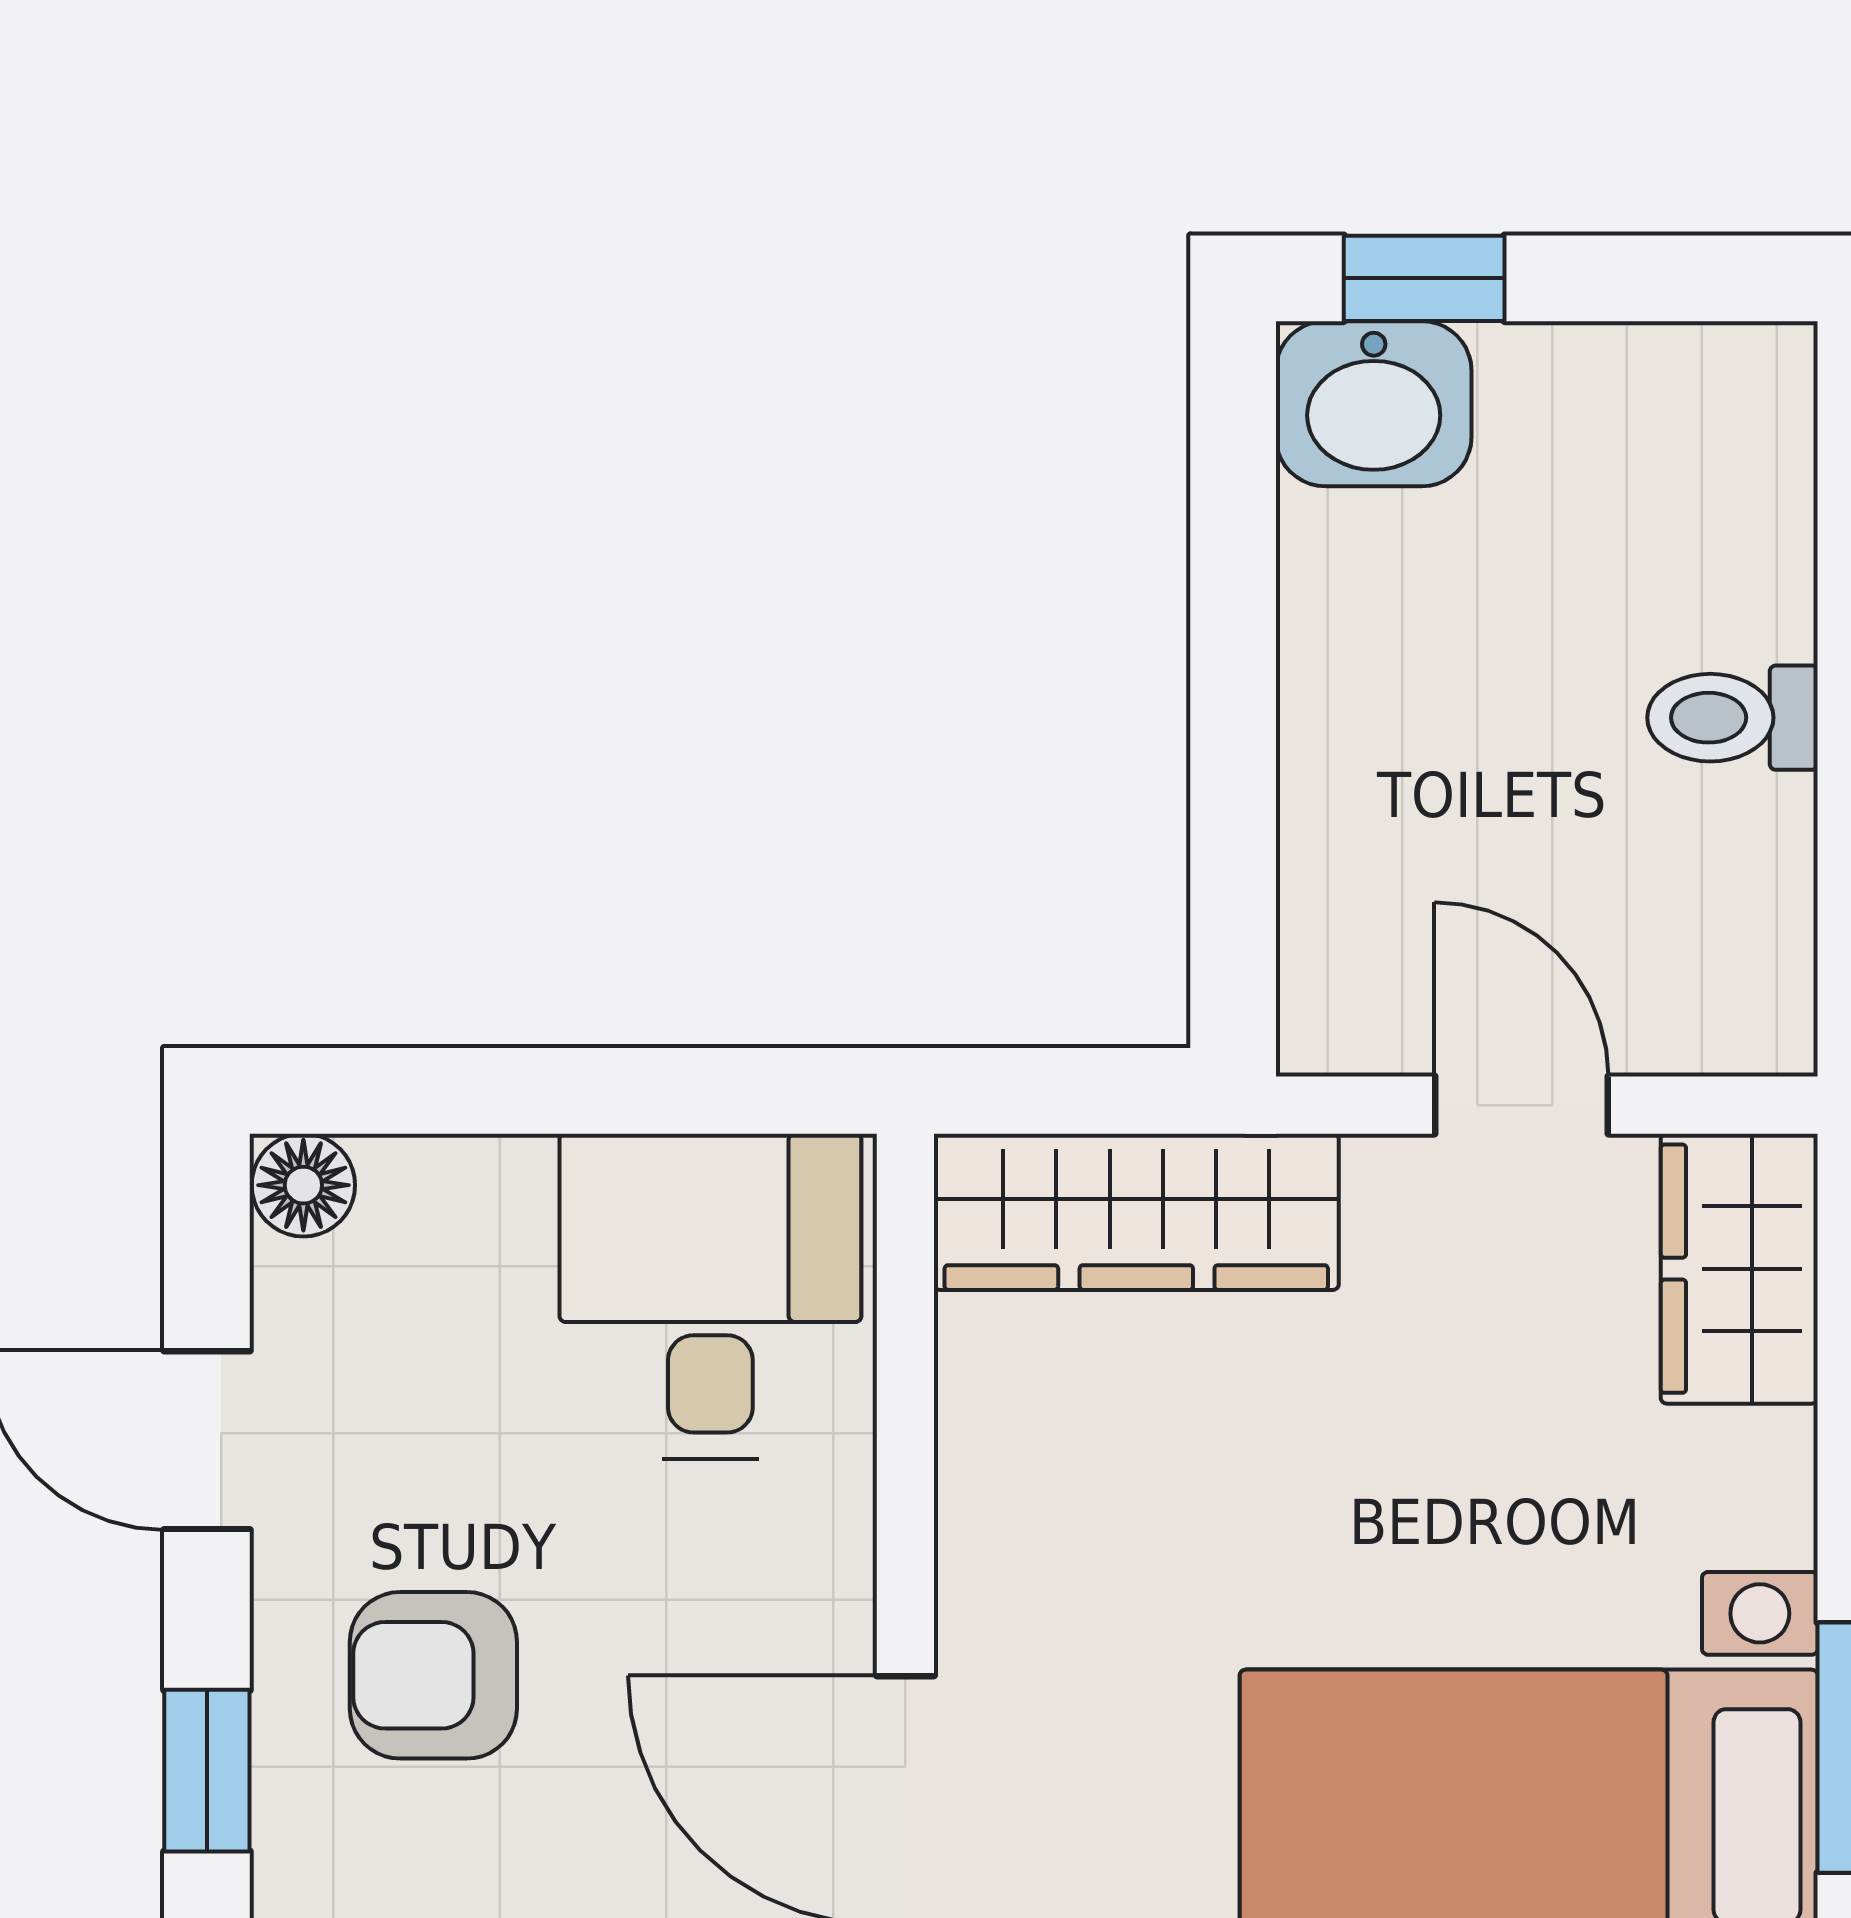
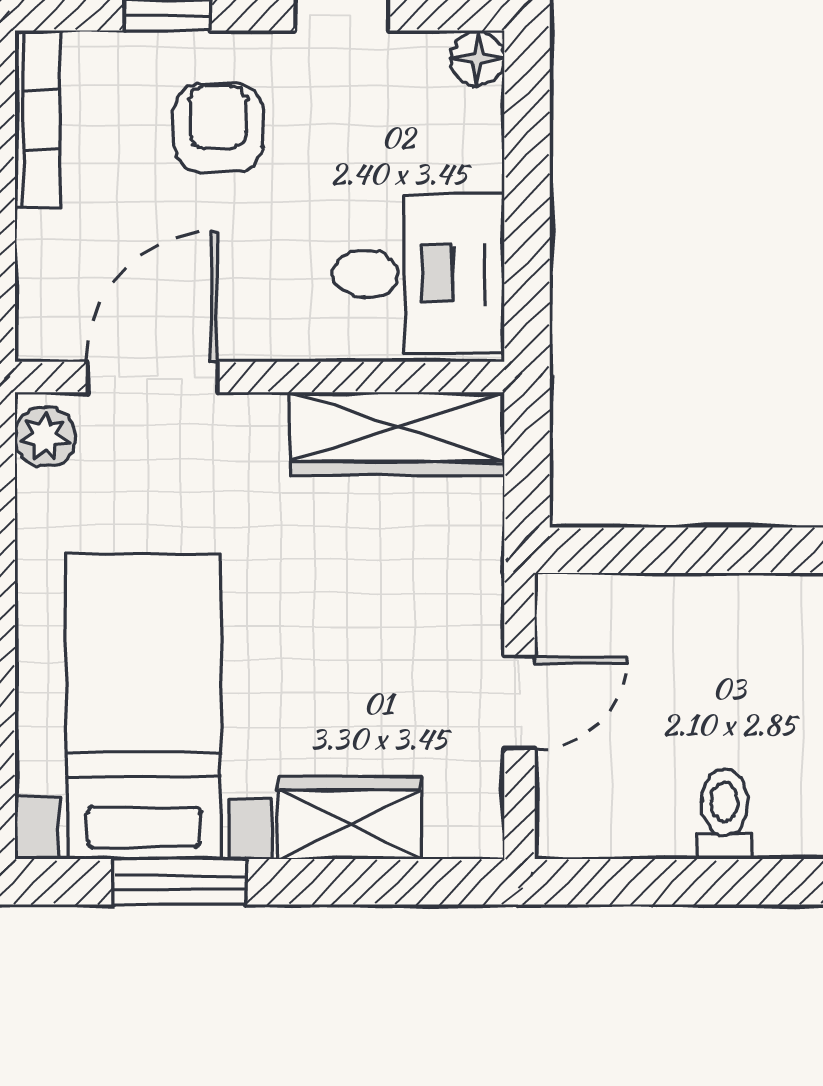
wardrobe: (1136, 1212) -> (397, 433), moved, turned -90
wardrobe: (1739, 1269) -> (350, 818), moved

